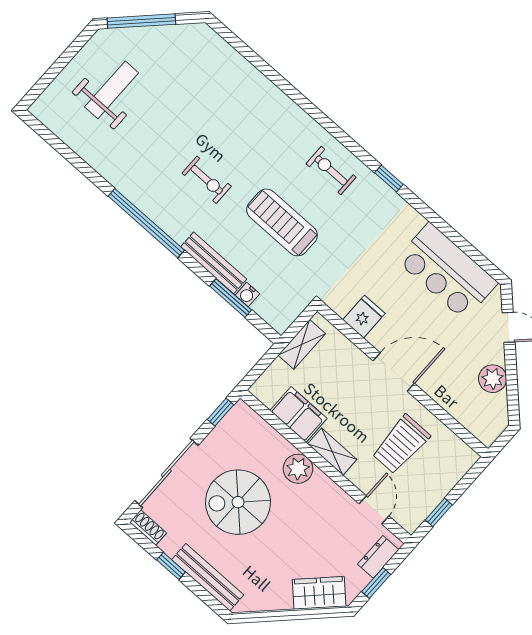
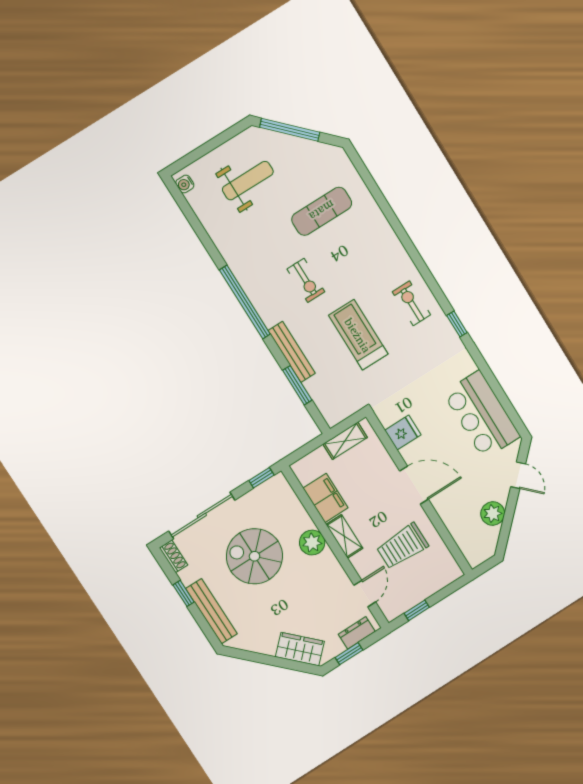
exercise mat: (202, 99) -> (322, 211), added
water cooler: (247, 295) -> (185, 184), moved

